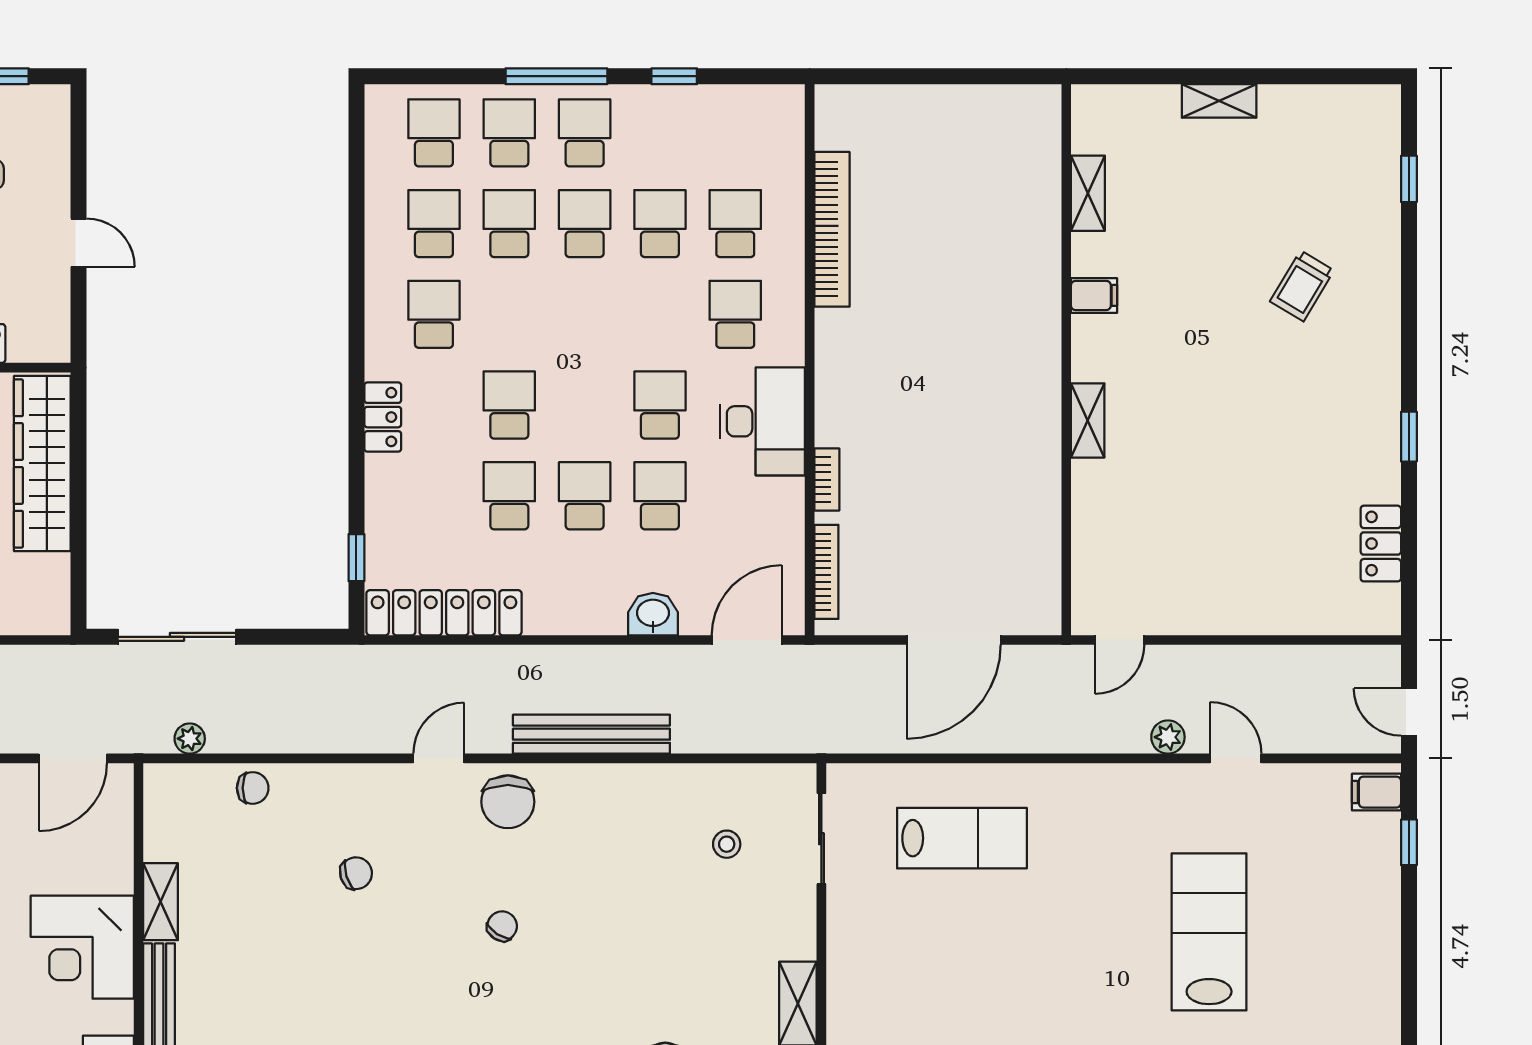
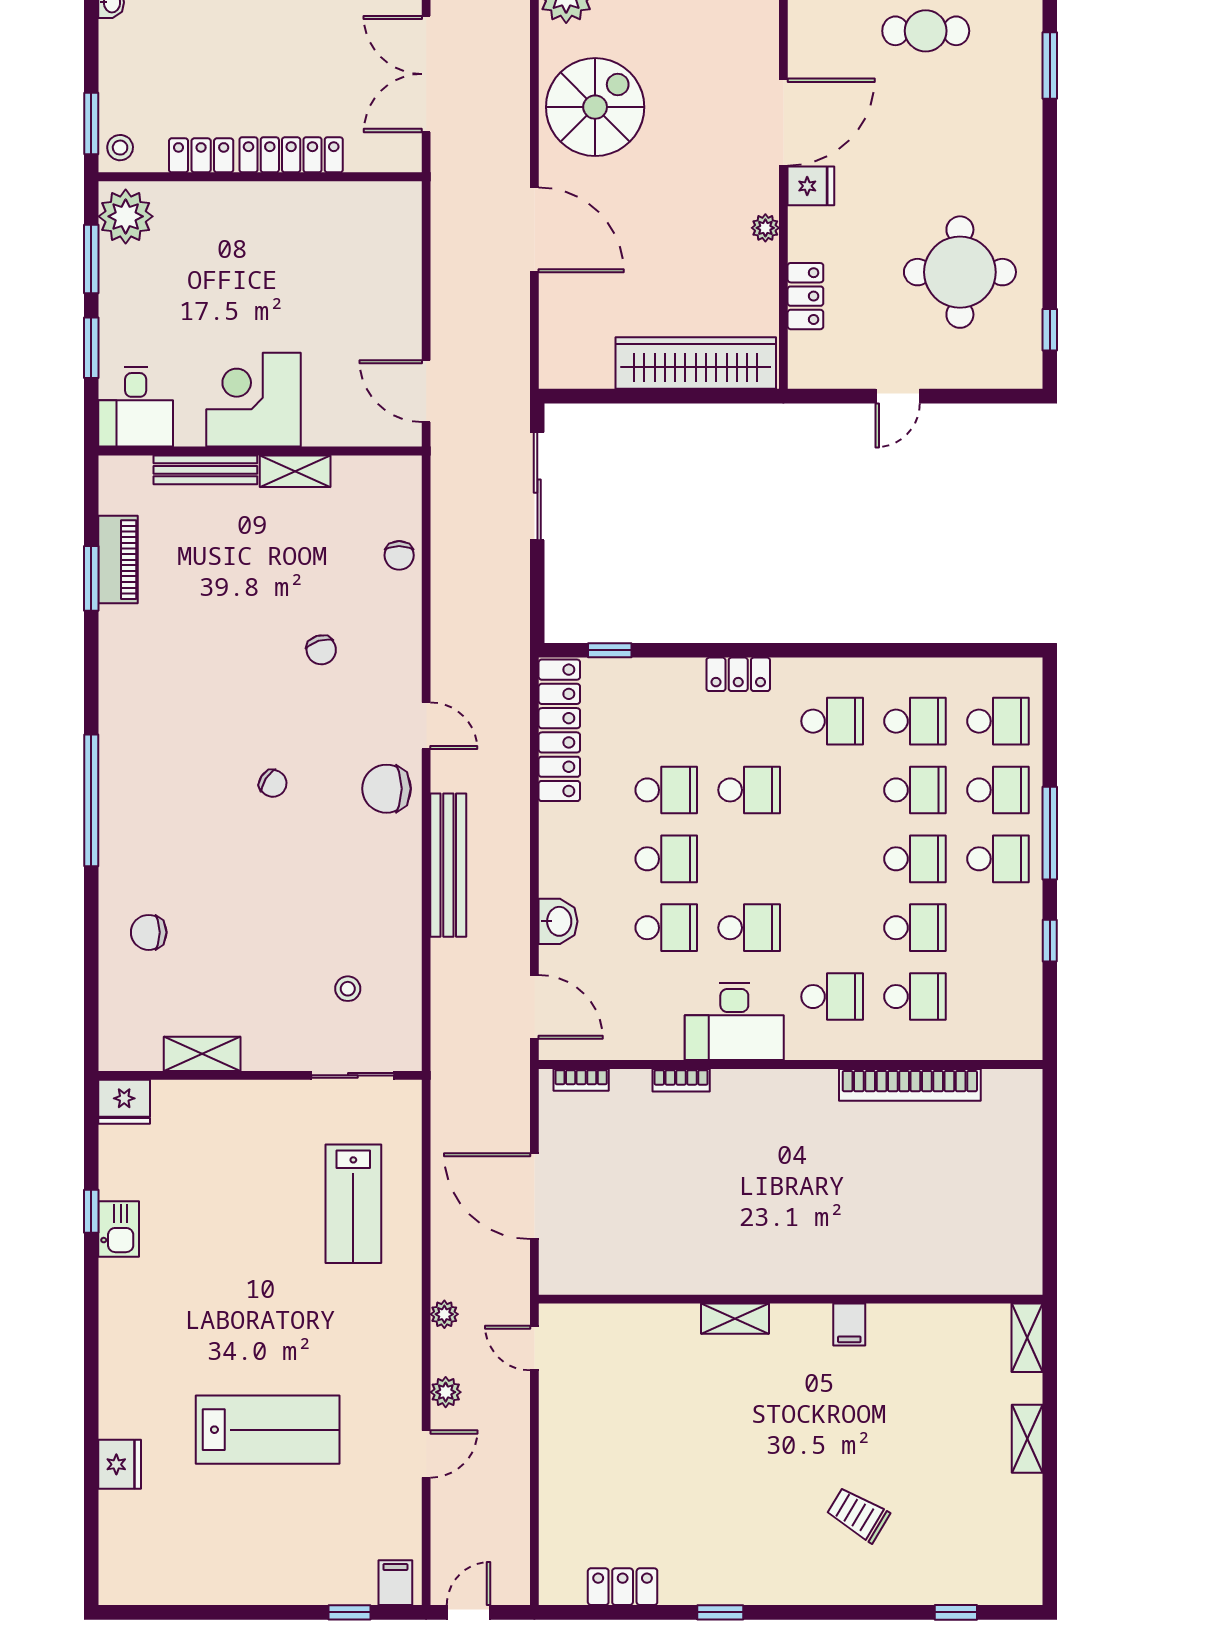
shelving: (1088, 193) -> (1027, 1338), moved, turned 90
bookcase: (826, 572) -> (581, 1080), width x0.64
plant: (190, 739) -> (444, 1314), moved

